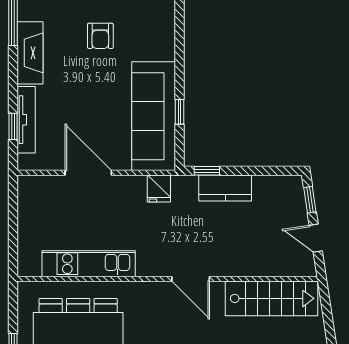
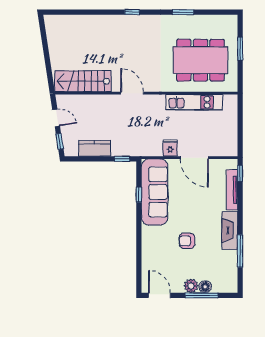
armchair: (100, 36) -> (187, 241), turned -90
window: (13, 126) -> (240, 173), moved
fridge: (159, 188) -> (170, 148), moved
kitchen counter: (225, 188) -> (95, 148), moved

